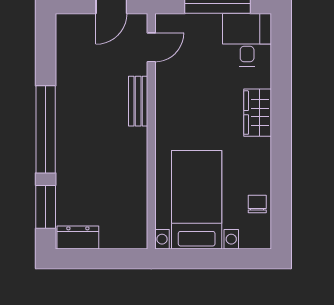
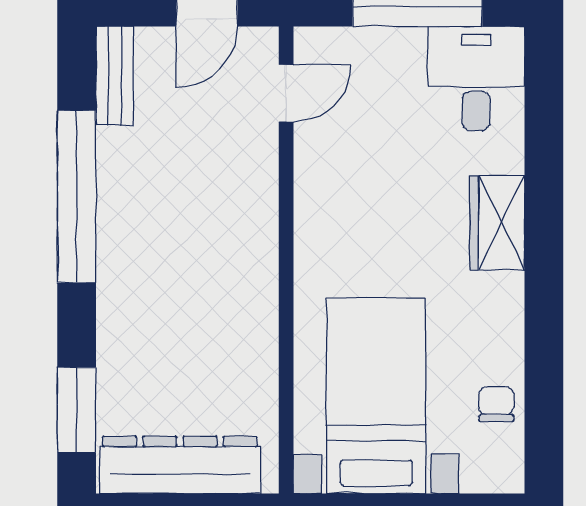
bench: (138, 101) -> (115, 76), moved
window: (46, 129) -> (77, 197), moved
dresser: (78, 237) -> (180, 465), width x1.96, depth x1.24

